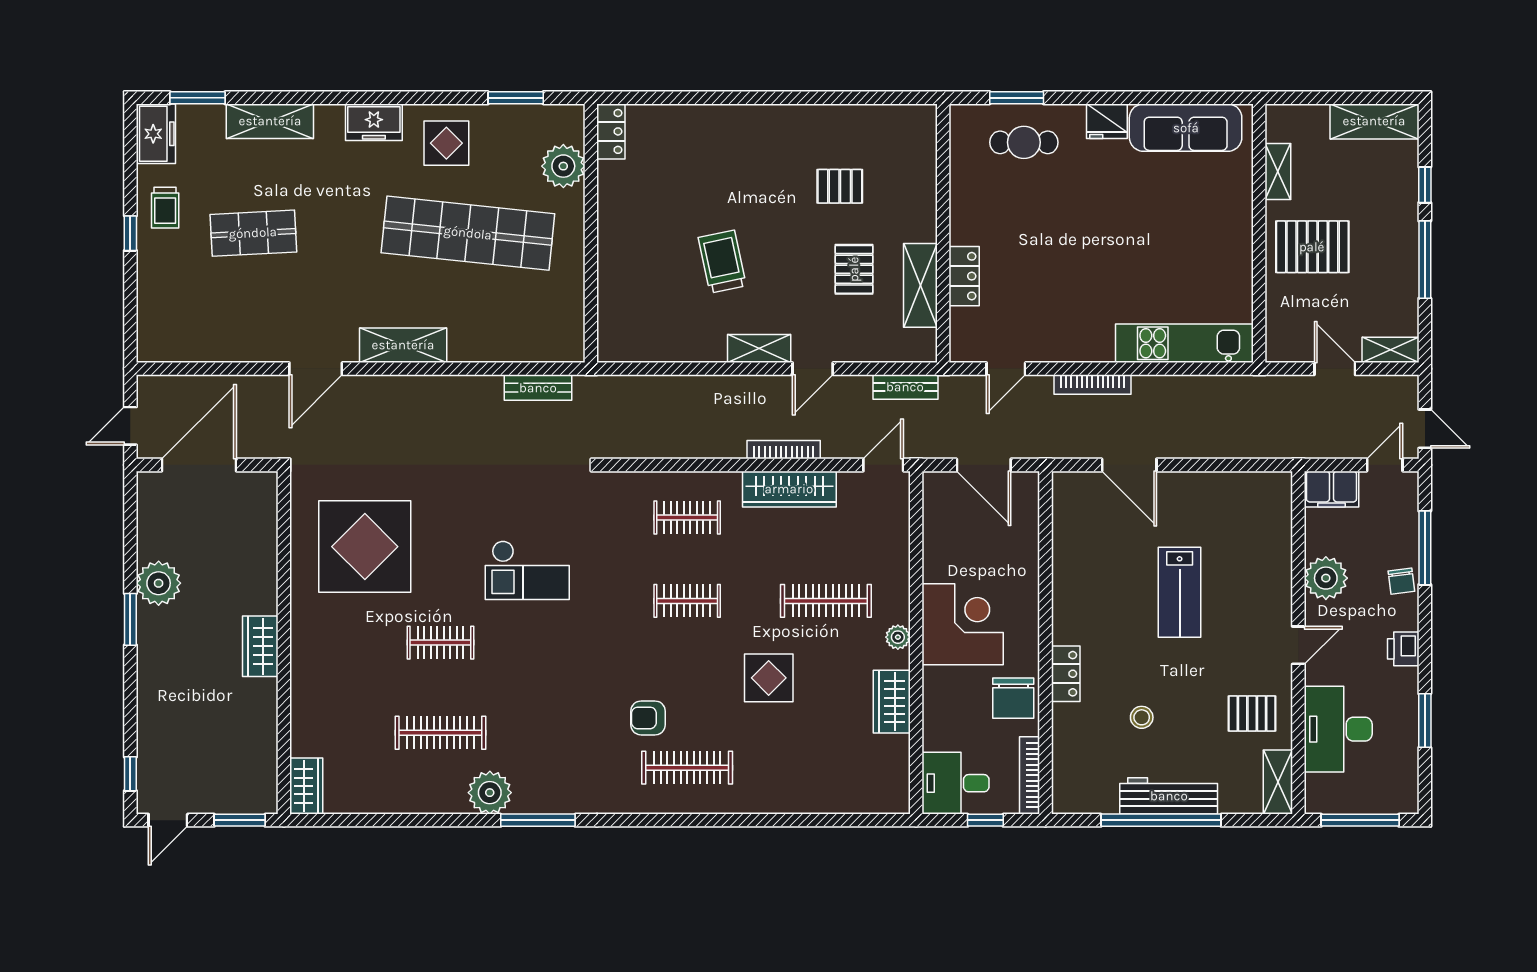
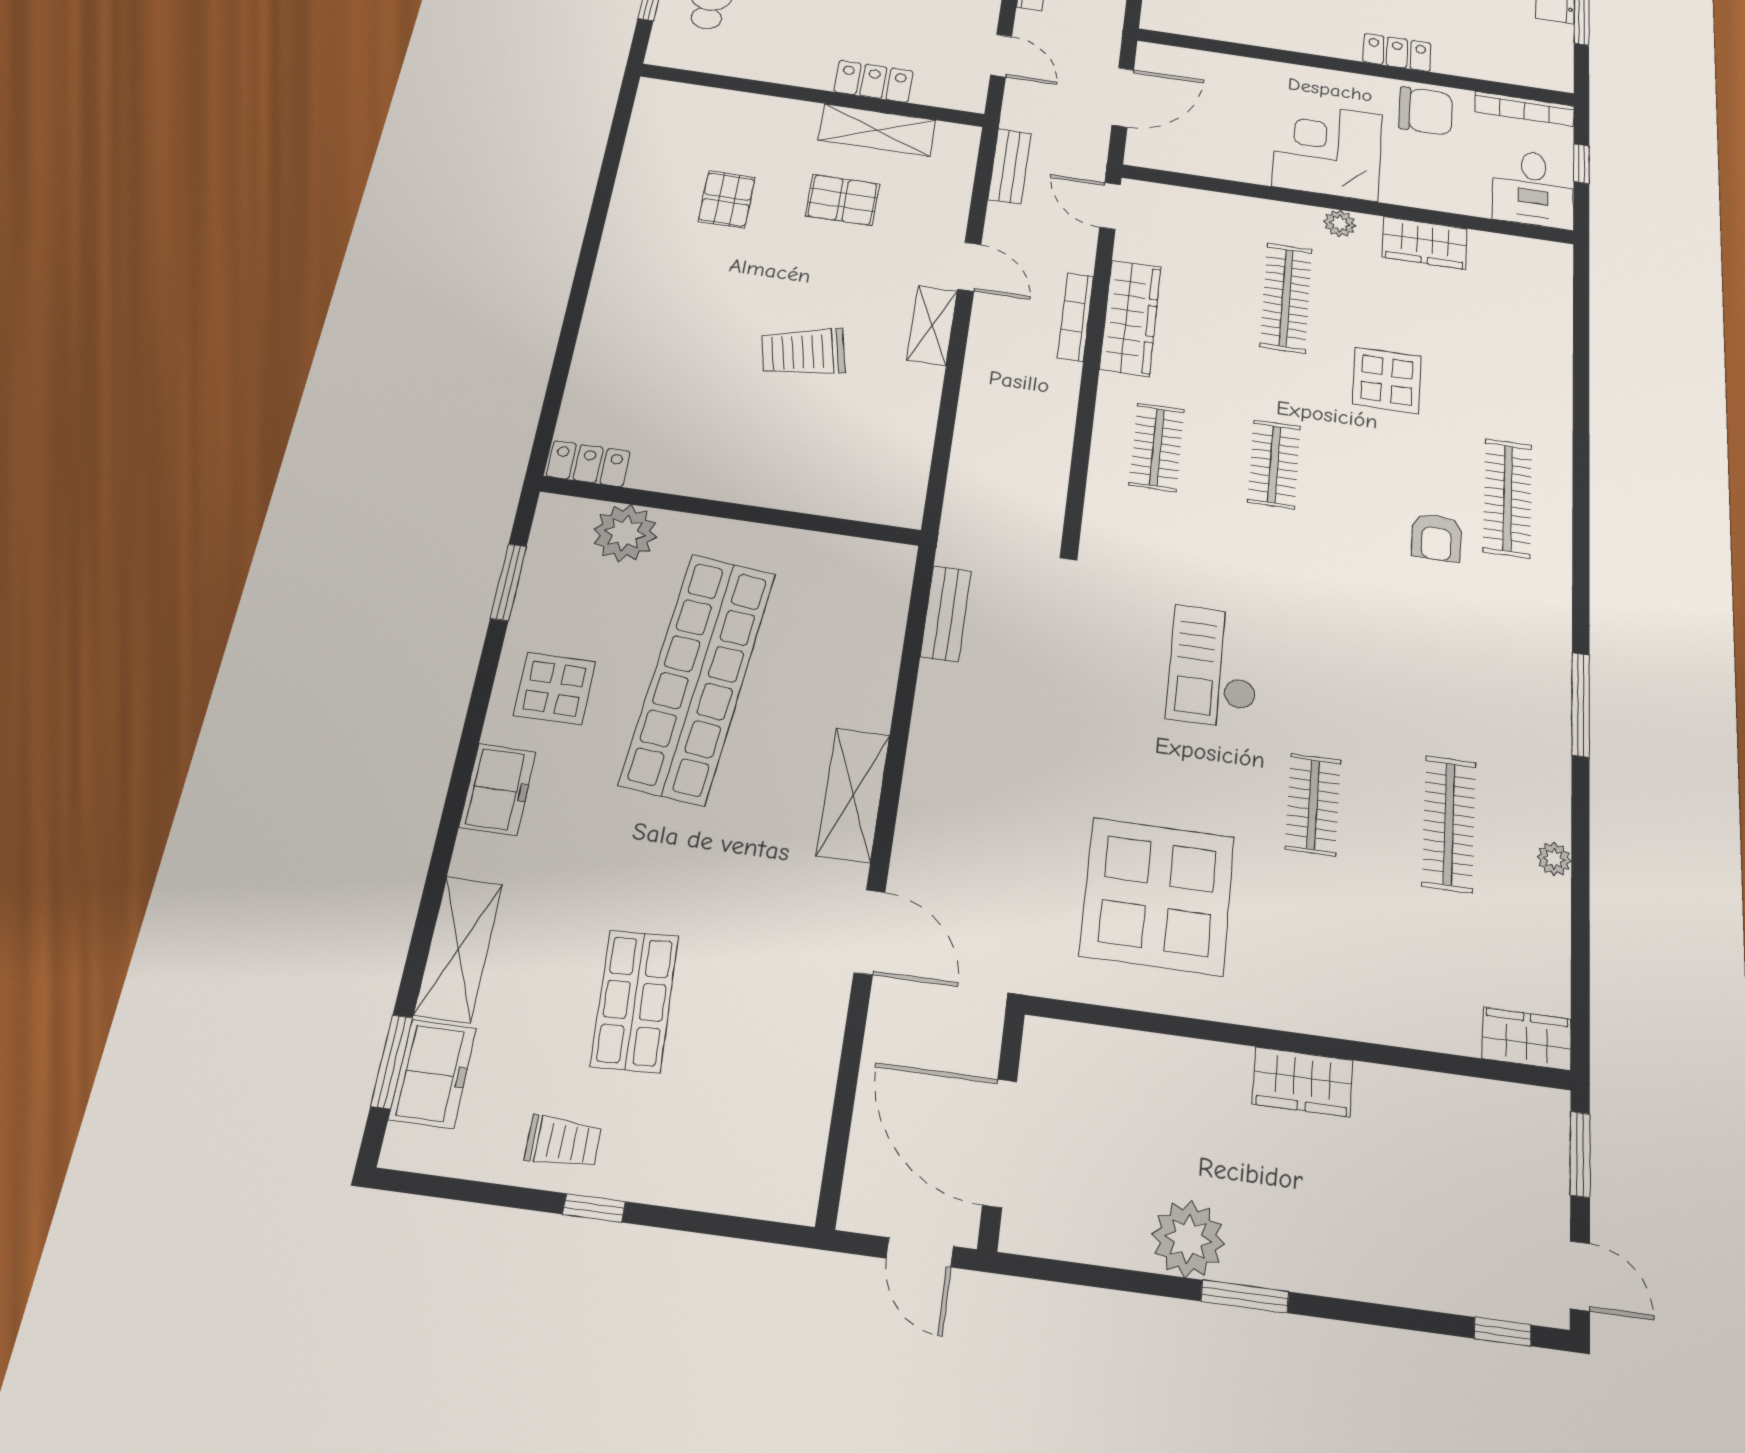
freezer: (156, 134) -> (433, 1074), moved, turned 90
checkout: (527, 570) -> (1214, 667), turned 180
plant: (490, 793) -> (1554, 859), moved, width x0.53, depth x0.53

